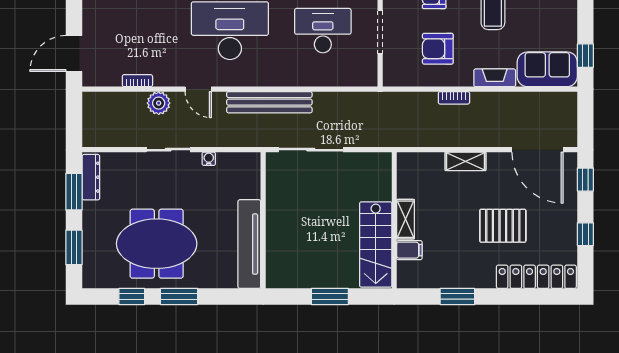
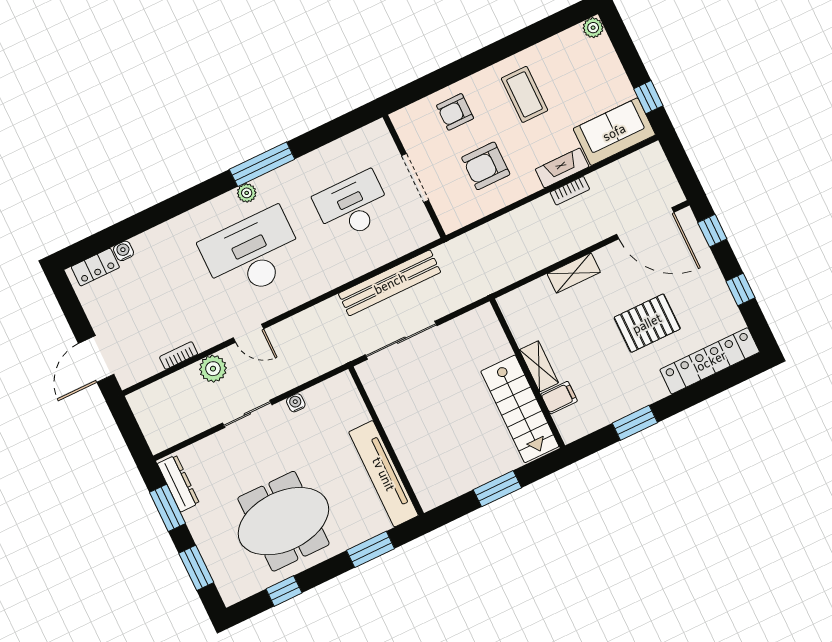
bookcase: (454, 98) -> (570, 191), moved
bench: (269, 102) -> (390, 283), moved
window: (179, 296) -> (371, 549), moved

